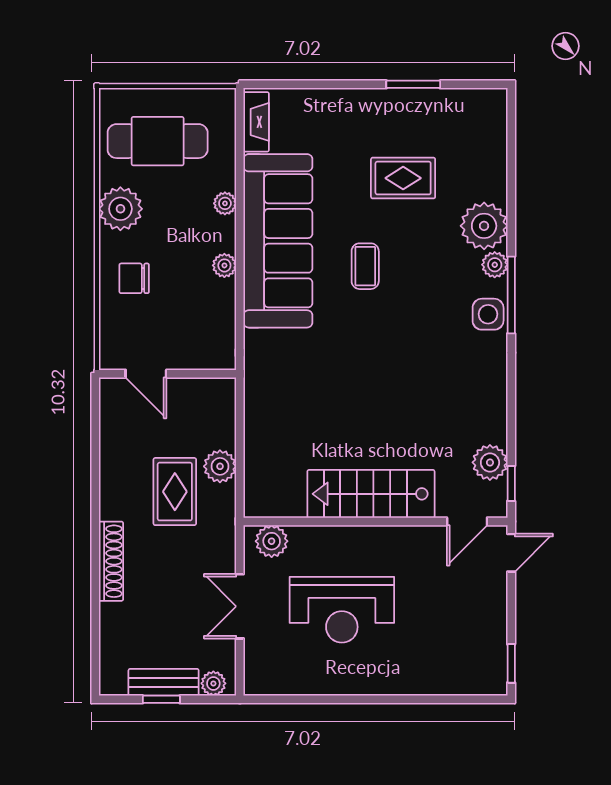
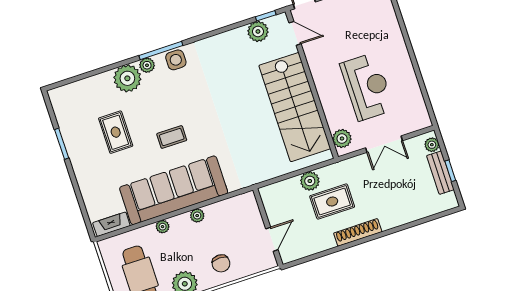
stairs: (371, 494) -> (295, 107), width x1.36, depth x1.51
shoe rack: (111, 561) -> (358, 232), moved

